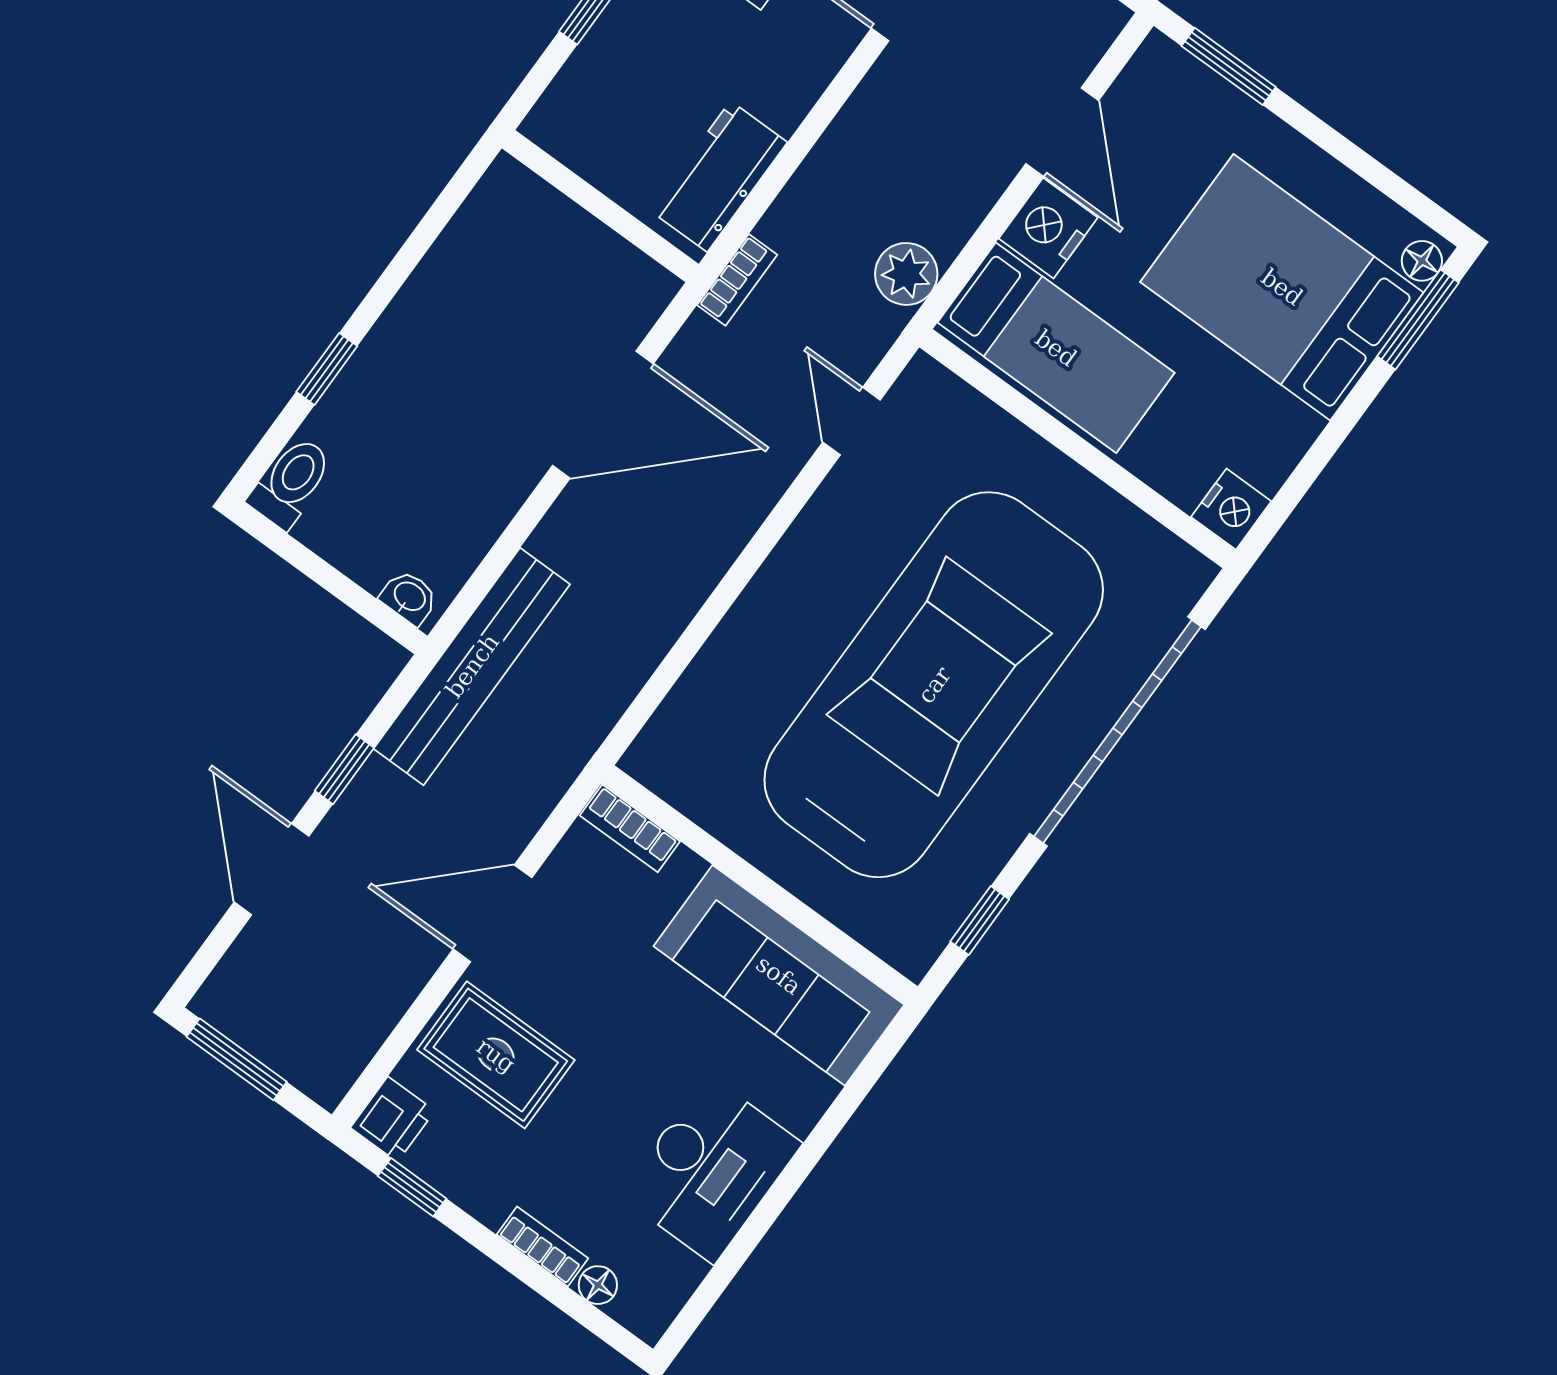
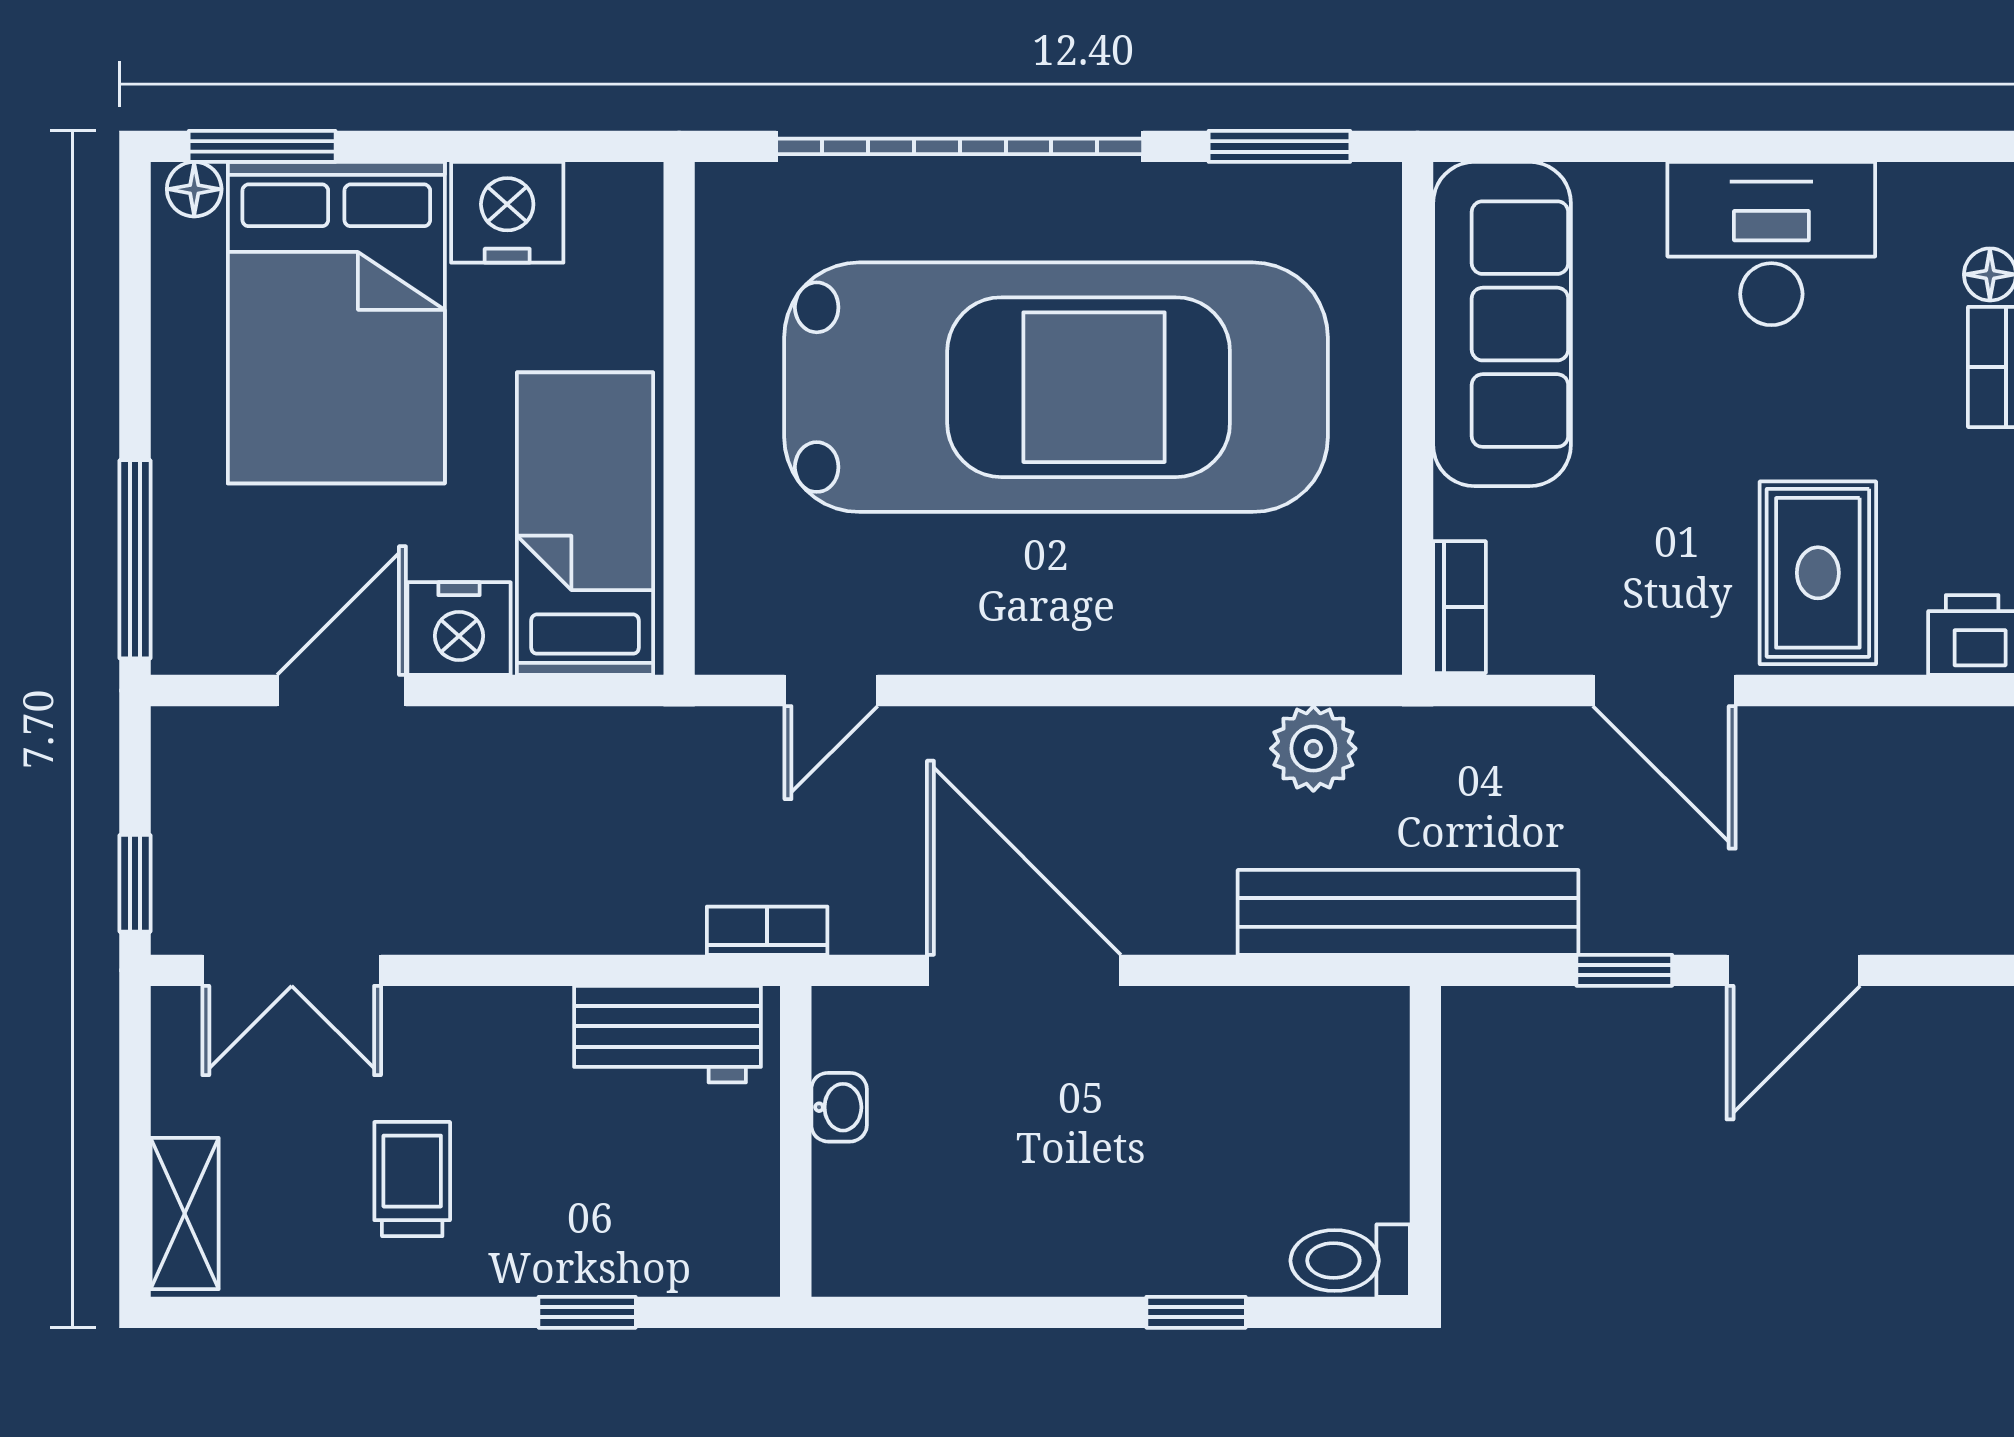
window: (1229, 66) -> (135, 559), width x1.44
plant: (906, 274) -> (1313, 749), moved
nightstand: (1231, 509) -> (507, 212), moved, width x1.36, depth x1.33
washbasin: (409, 597) -> (839, 1107), moved, turned 180
car: (934, 685) -> (1056, 387), turned 180
window: (980, 920) -> (1279, 146), width x1.50

